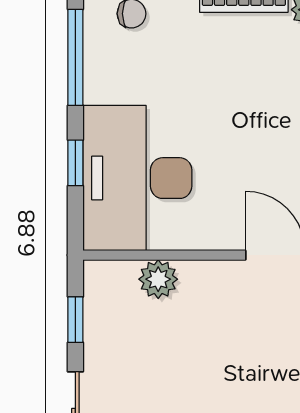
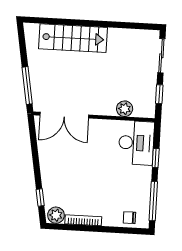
desk: (137, 178) -> (136, 143), width x0.73, depth x0.77

